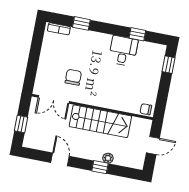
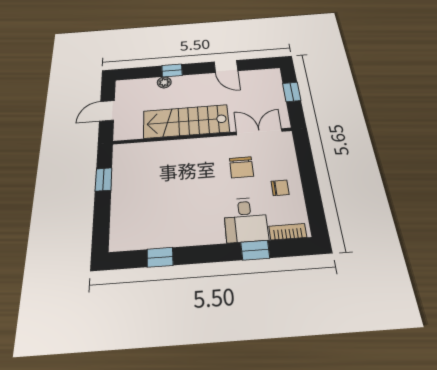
desk: (123, 51) -> (245, 220), moved
window: (169, 65) -> (104, 179), moved
chair: (146, 109) -> (280, 188), moved

